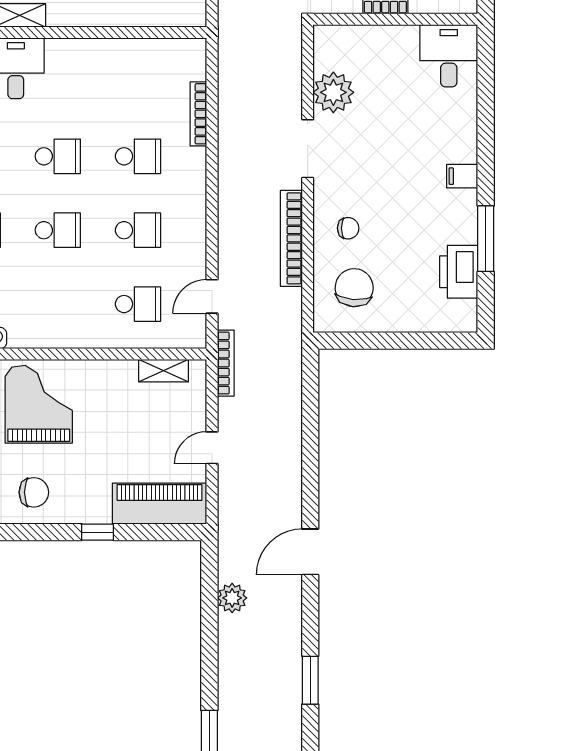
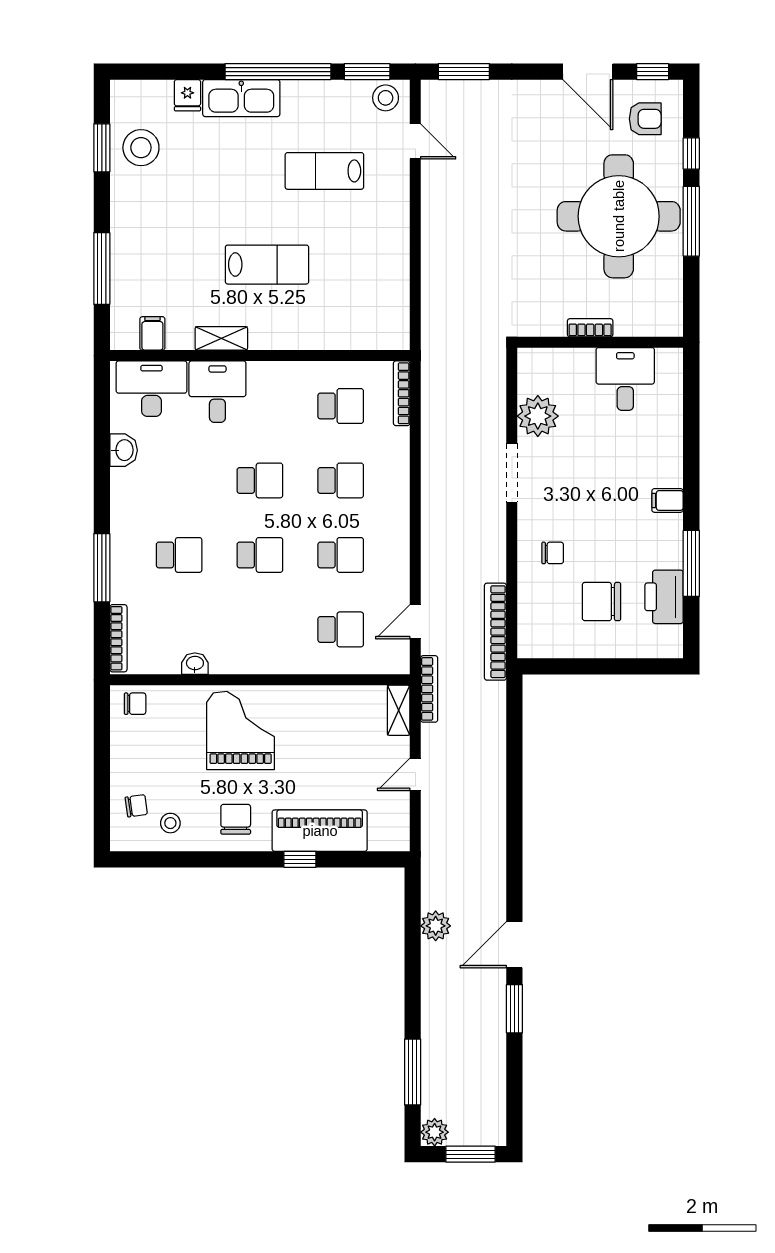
desk: (449, 56) -> (625, 379), moved
school desk: (138, 82) -> (341, 406), added
bookcase: (198, 114) -> (402, 393), moved
bookcase: (291, 238) -> (495, 632), moved
chair: (354, 288) -> (601, 602), moved, turned -95
shelving: (164, 371) -> (399, 710), moved, turned 90
chair: (34, 492) -> (236, 819), turned -90
piano: (159, 504) -> (320, 831), moved
door: (310, 552) -> (514, 945), moved

